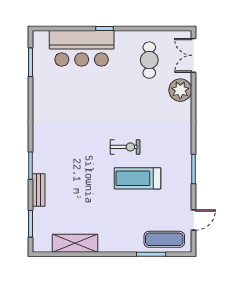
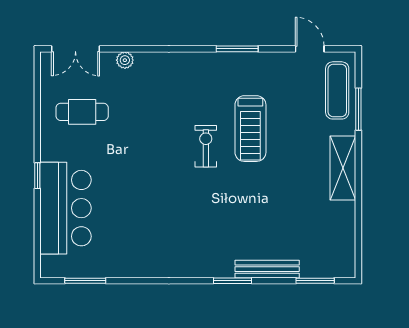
plant: (180, 90) -> (125, 60), width x0.53, depth x0.53
bench: (39, 190) -> (267, 269), width x1.36
shelving: (75, 243) -> (343, 168), moved

